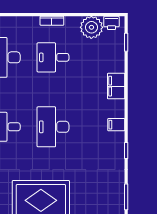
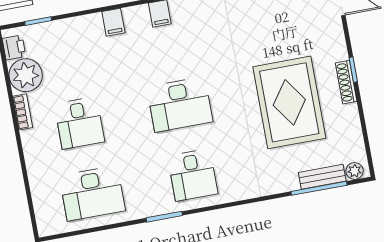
bookcase: (52, 21) -> (23, 112), moved
filing cabinet: (116, 86) -> (113, 22), width x0.50

